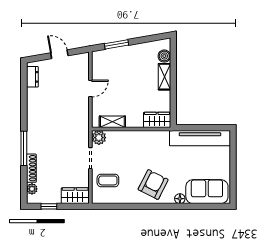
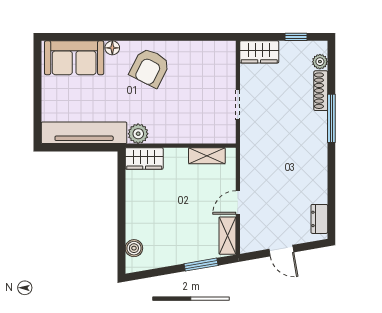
shelving: (164, 77) -> (227, 236), moved
plant: (99, 138) -> (138, 134), moved
coffee table: (108, 180) -> (213, 73), removed

